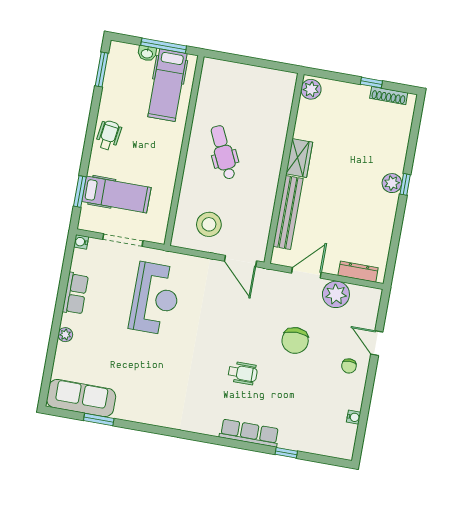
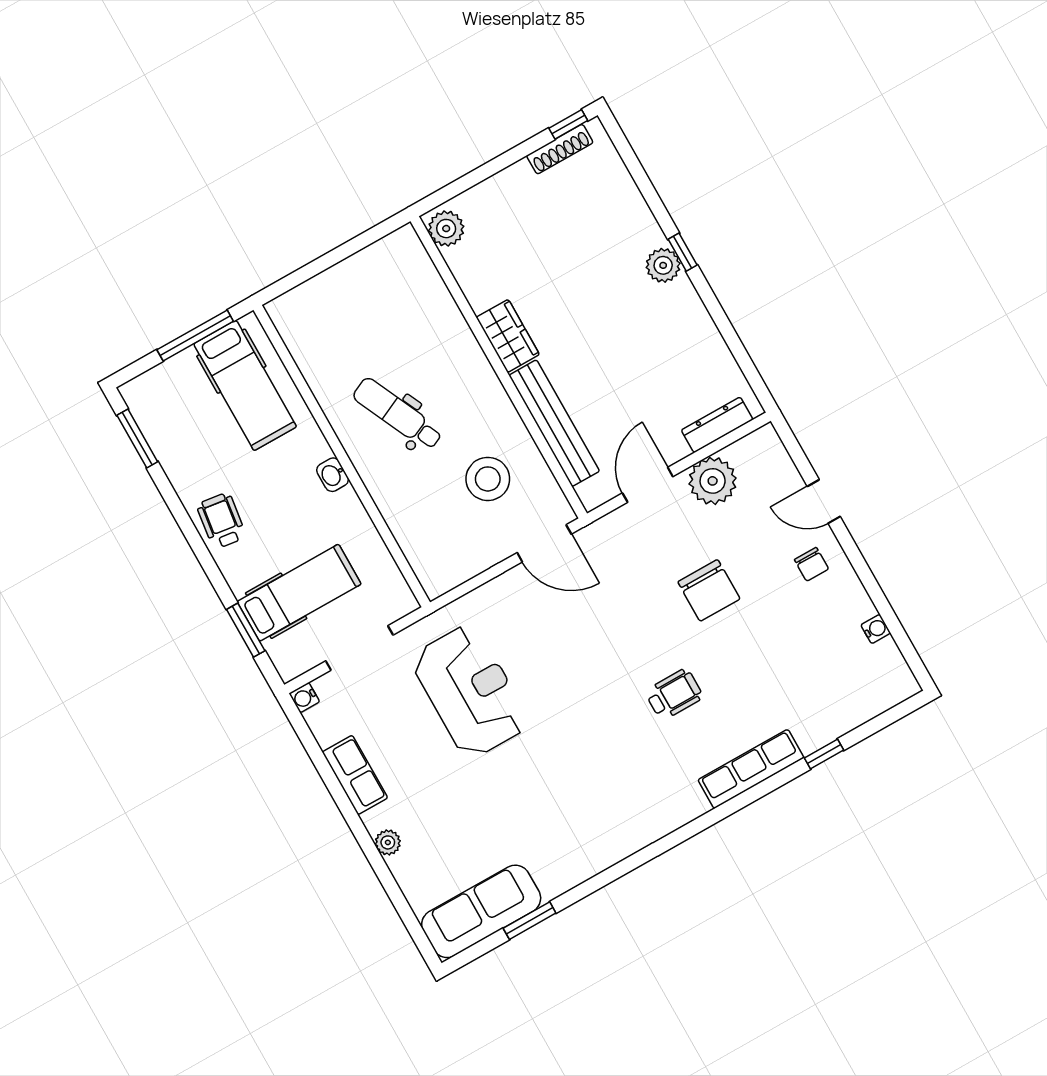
washbasin: (147, 53) -> (333, 475), moved, turned 90
window: (371, 83) -> (568, 124), moved
stool: (209, 224) -> (488, 479), moved

